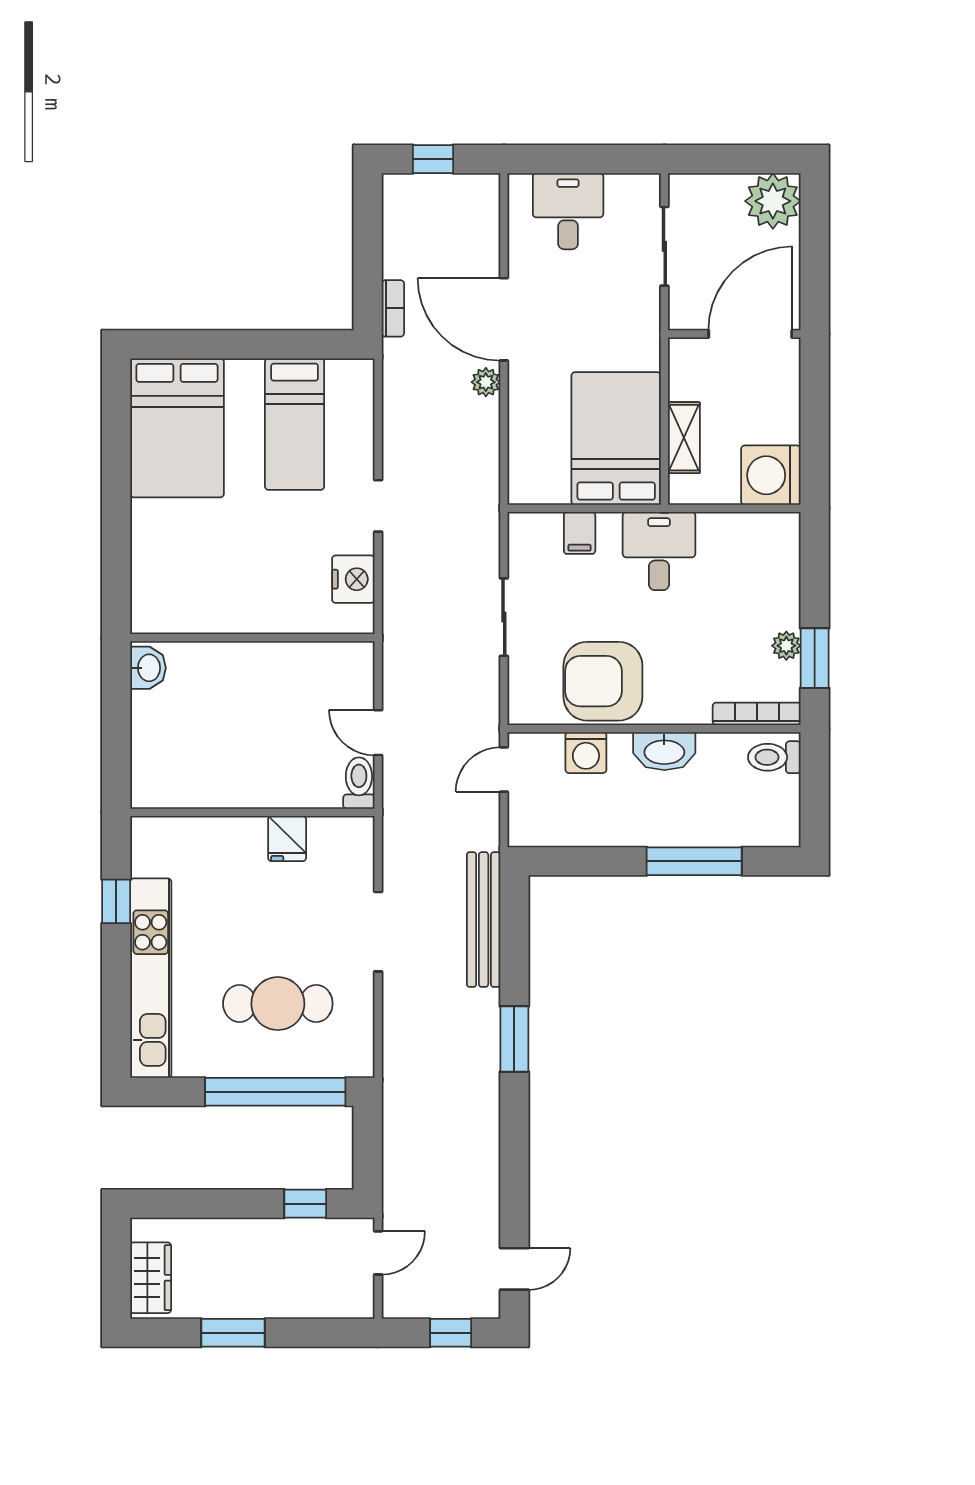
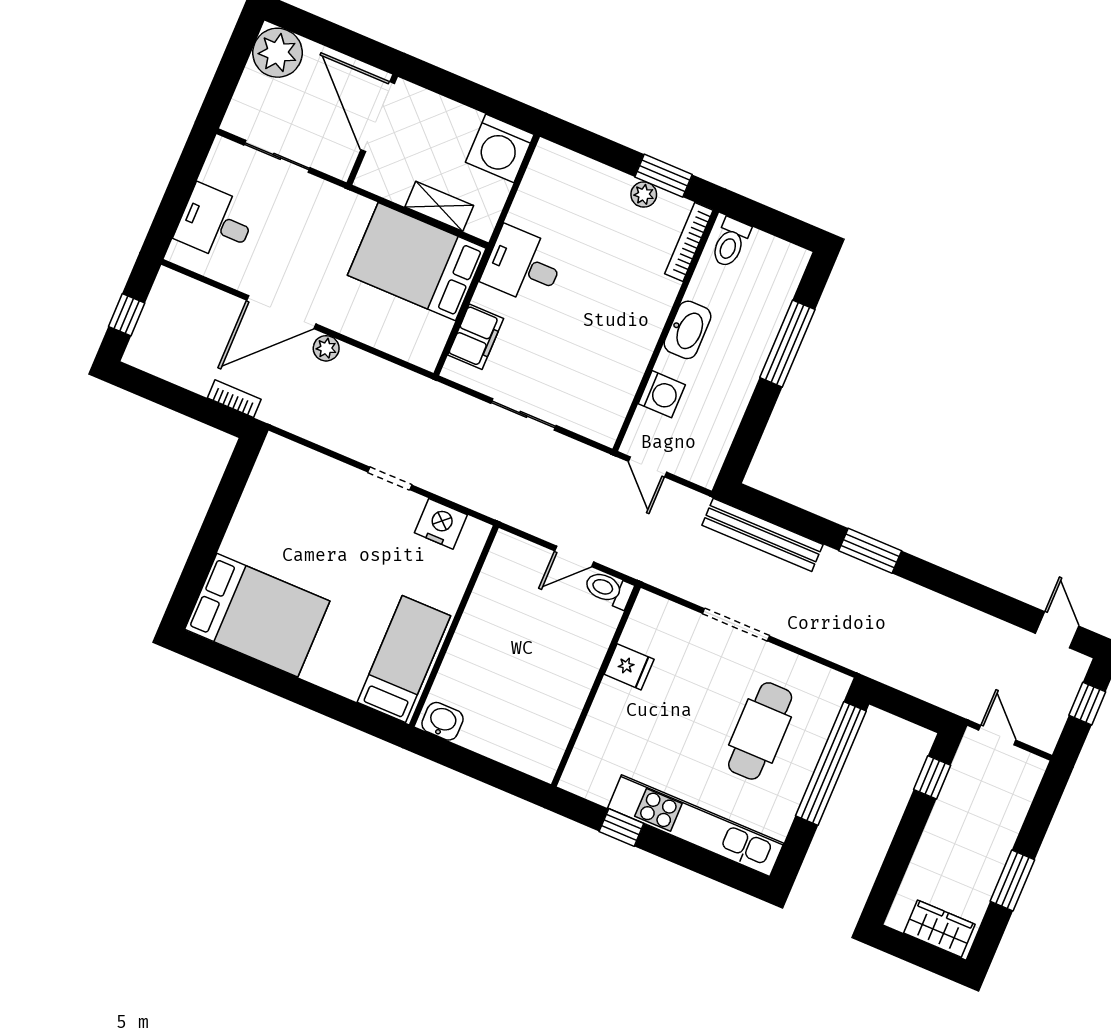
bed: (295, 424) -> (404, 659), moved, turned -90
filing cabinet: (580, 533) -> (476, 337), width x2.00
armchair: (603, 681) -> (610, 356), removed

